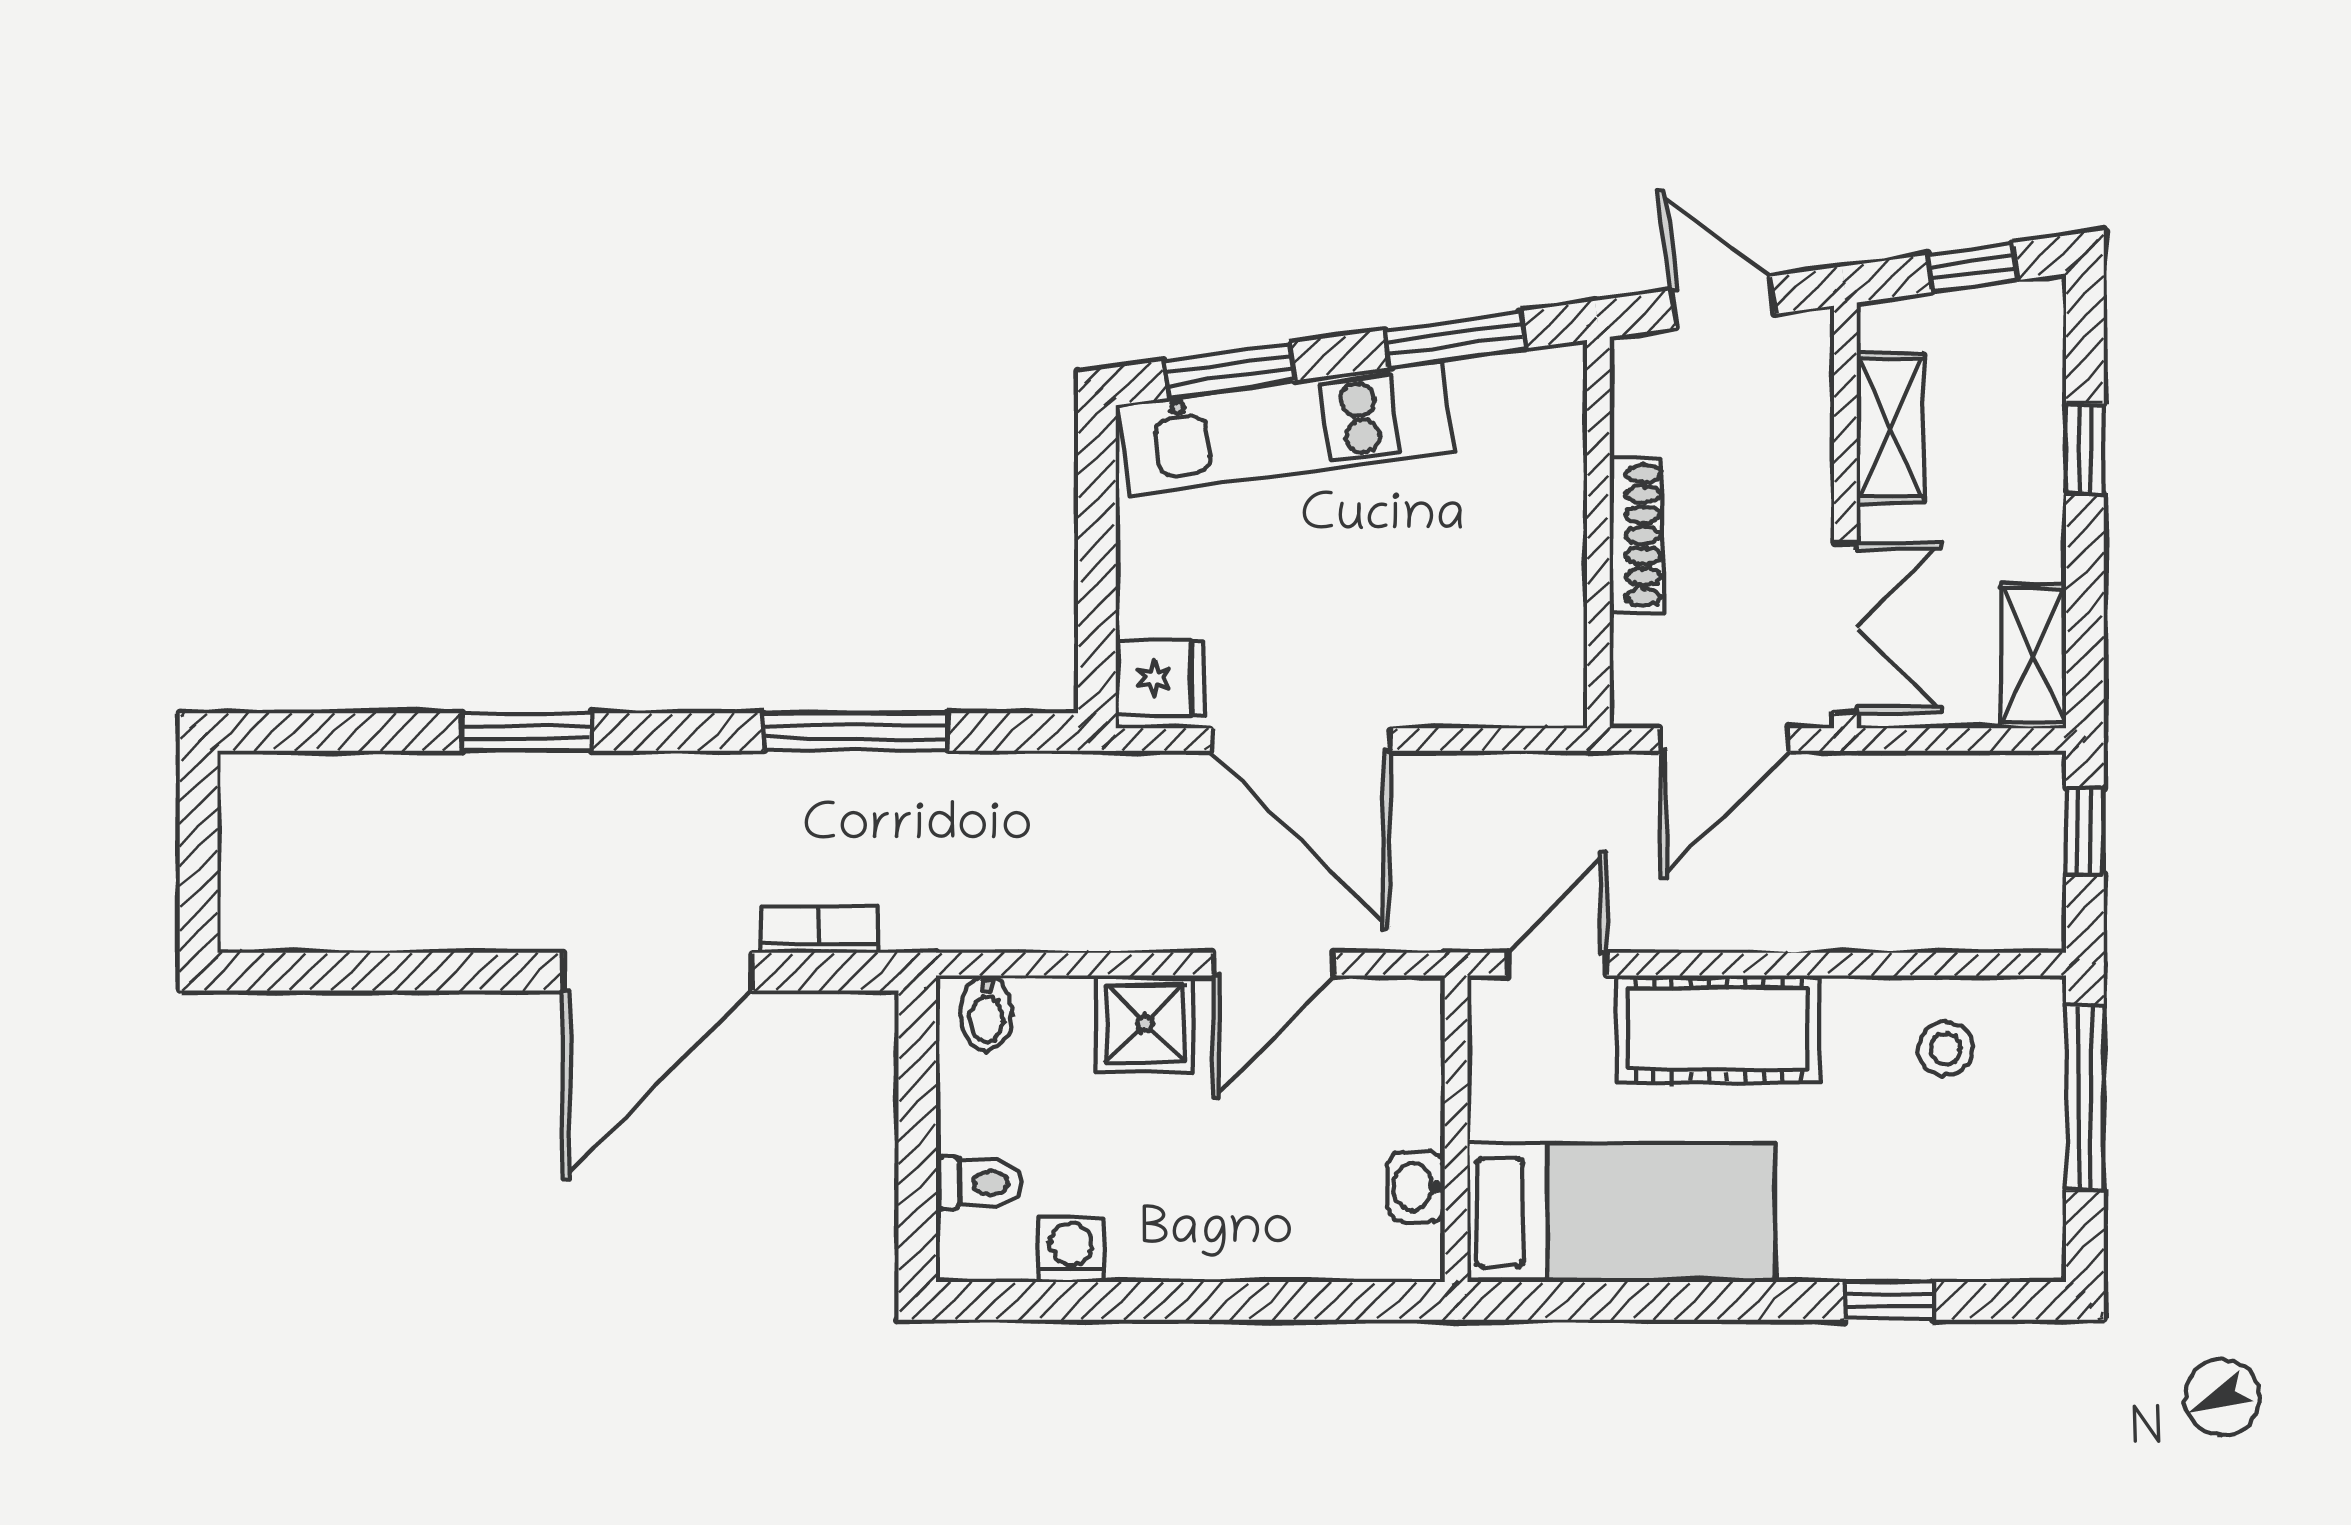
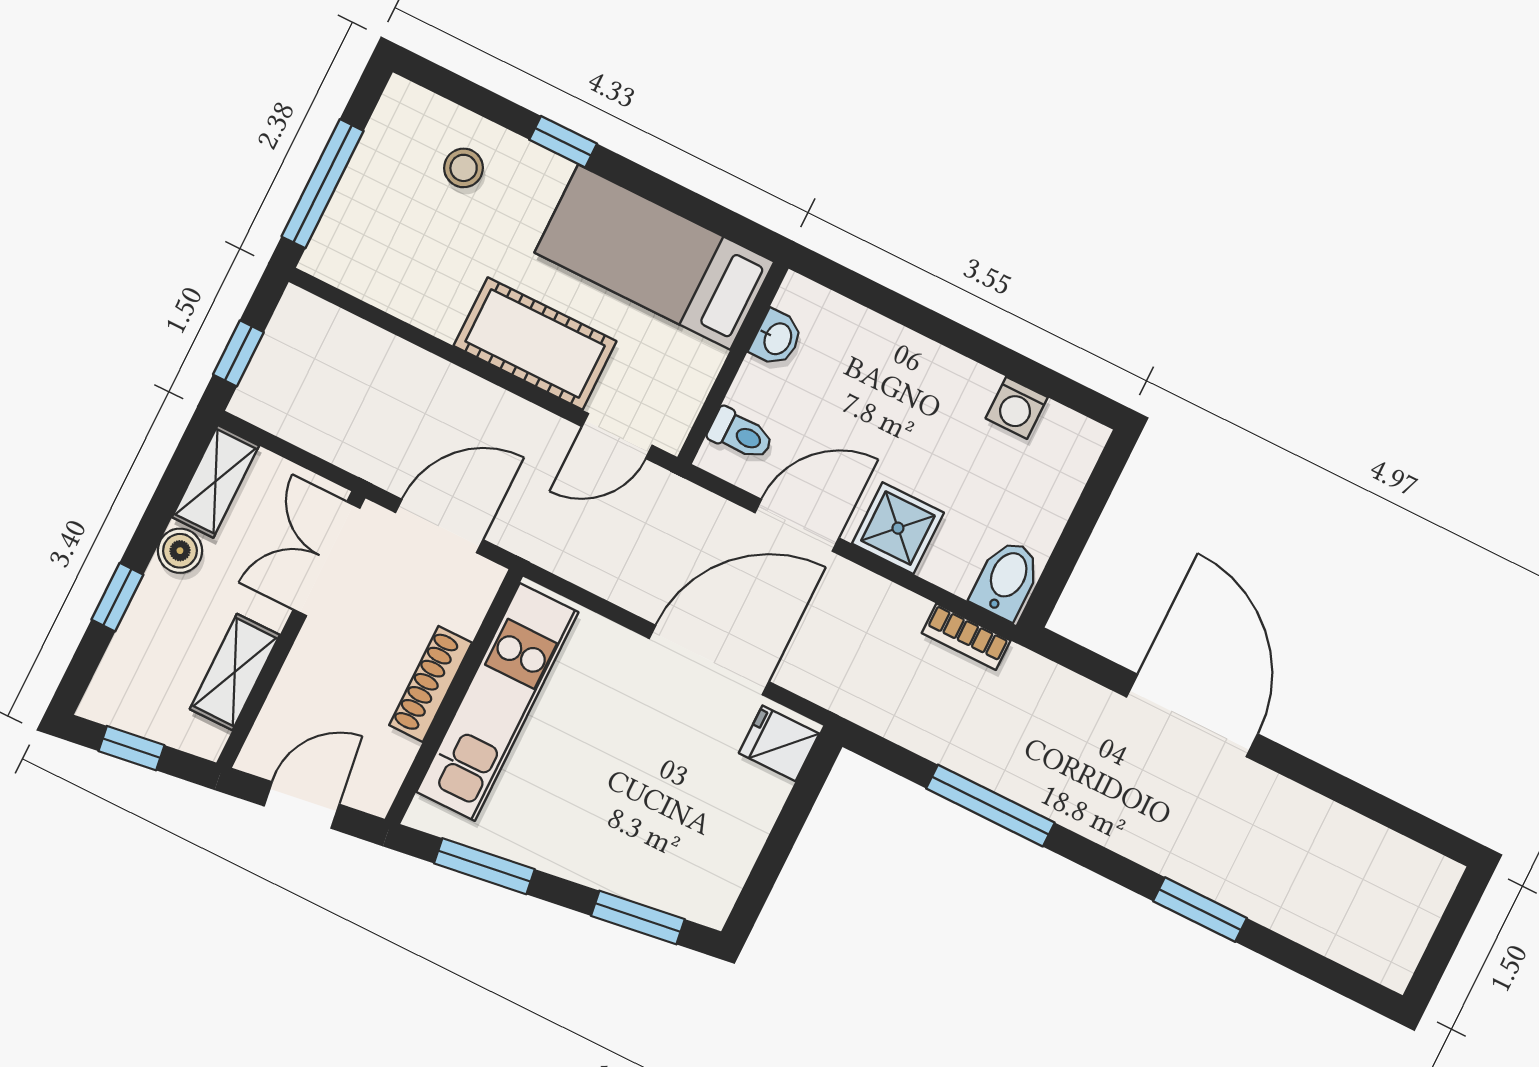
door: (1723, 302) -> (302, 805), swing flipped
kitchen unit: (1286, 428) -> (497, 702), moved, turned 98
boiler: (2035, 546) -> (180, 551), added
door: (1301, 740) -> (709, 660), hinge flipped
bookcase: (819, 929) -> (966, 637), moved
door: (658, 972) -> (1192, 715), hinge flipped
bidet: (986, 1013) -> (1006, 579), width x1.38, depth x1.36
stool: (1946, 1049) -> (464, 168), moved
toilet: (979, 1183) -> (741, 434), moved, turned 180
window: (1889, 1301) -> (563, 142), moved

